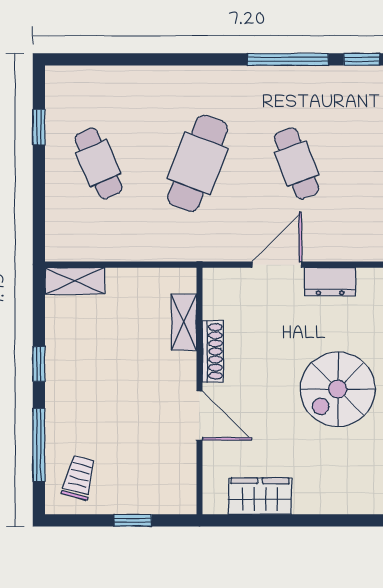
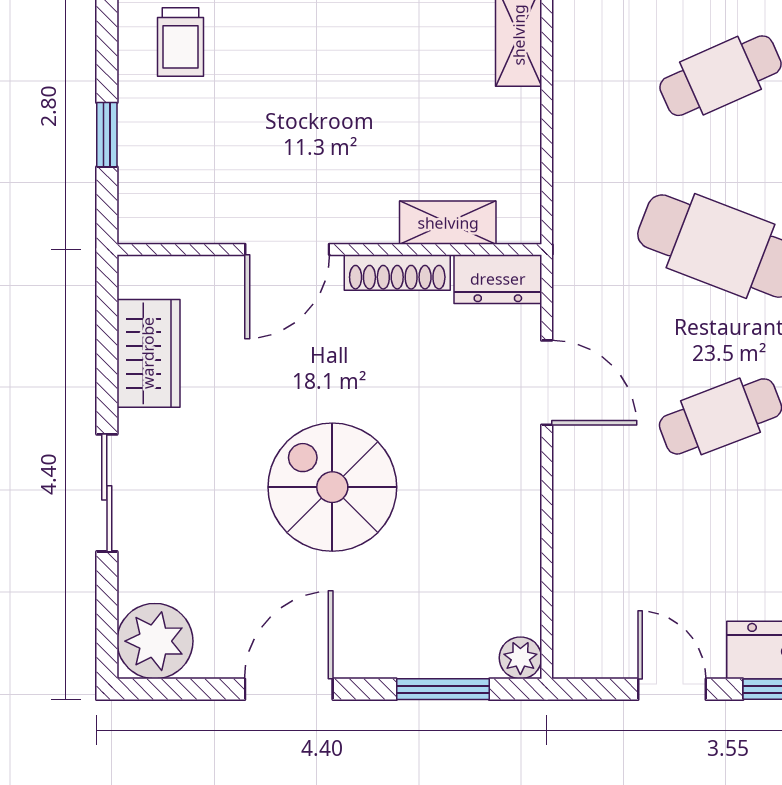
dresser: (330, 282) -> (498, 279), moved, turned -90
trolley: (79, 477) -> (180, 42), turned 76
sliding door: (341, 520) -> (107, 493), added

